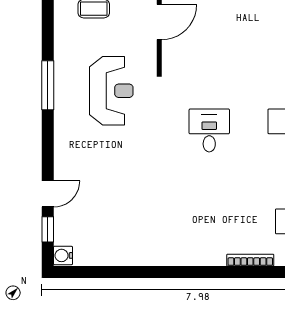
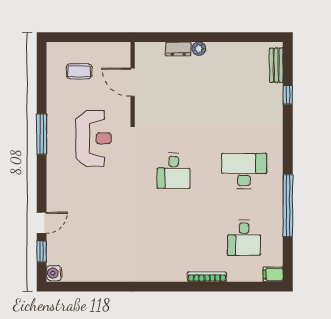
door: (159, 22) -> (133, 82), swing flipped
desk: (209, 130) -> (174, 171), turned 180

